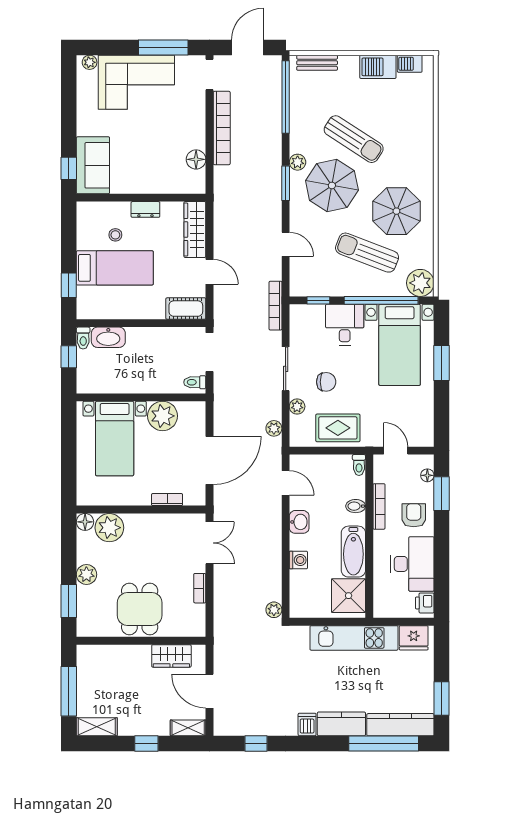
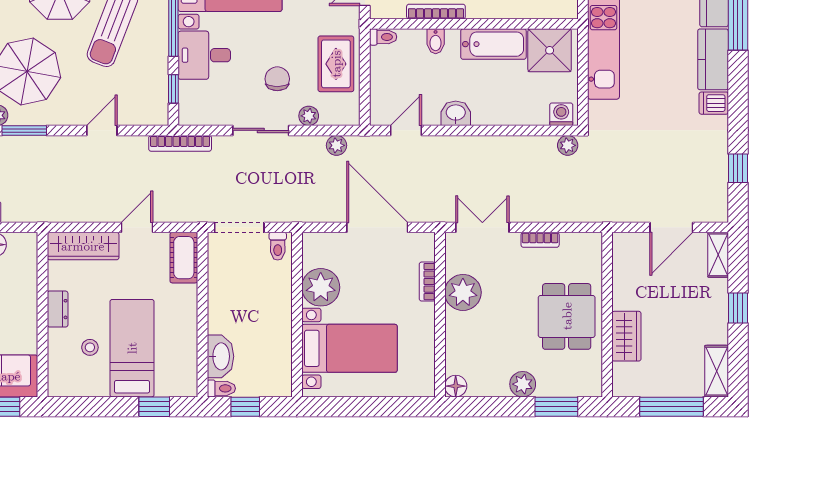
plant: (109, 528) -> (463, 292), moved
washing machine: (298, 560) -> (561, 114), moved
dining table: (140, 609) -> (567, 316), turned 90
wardrobe: (171, 656) -> (626, 336), moved

